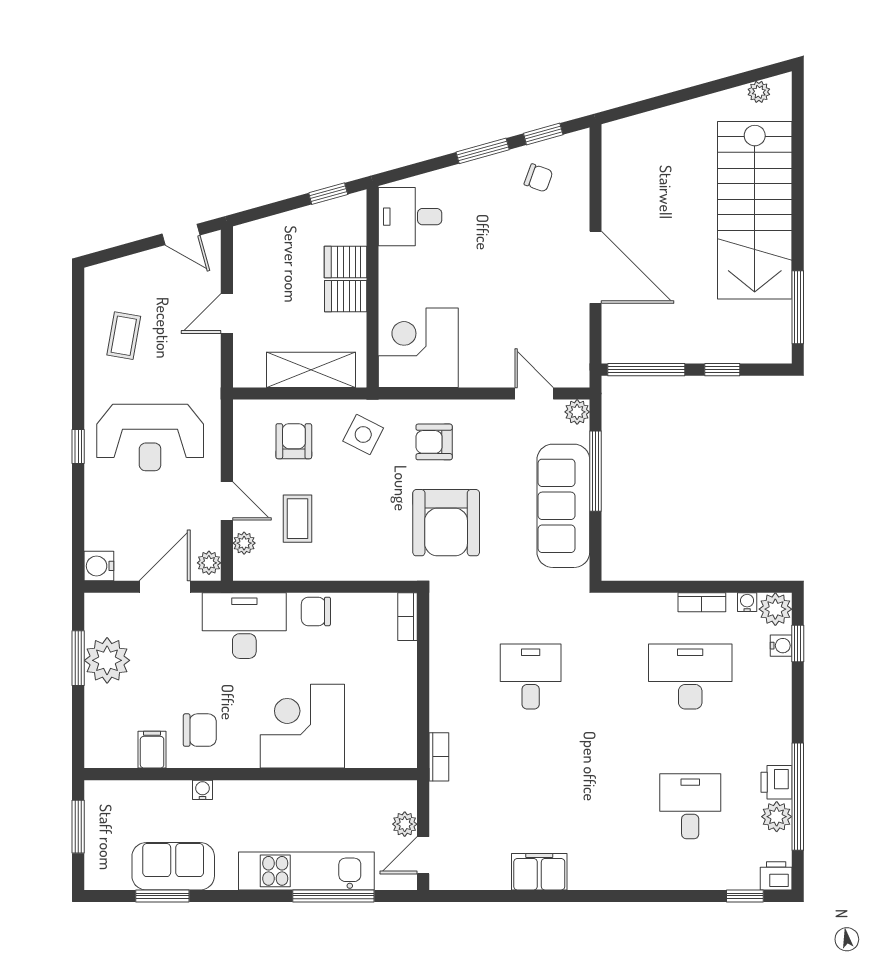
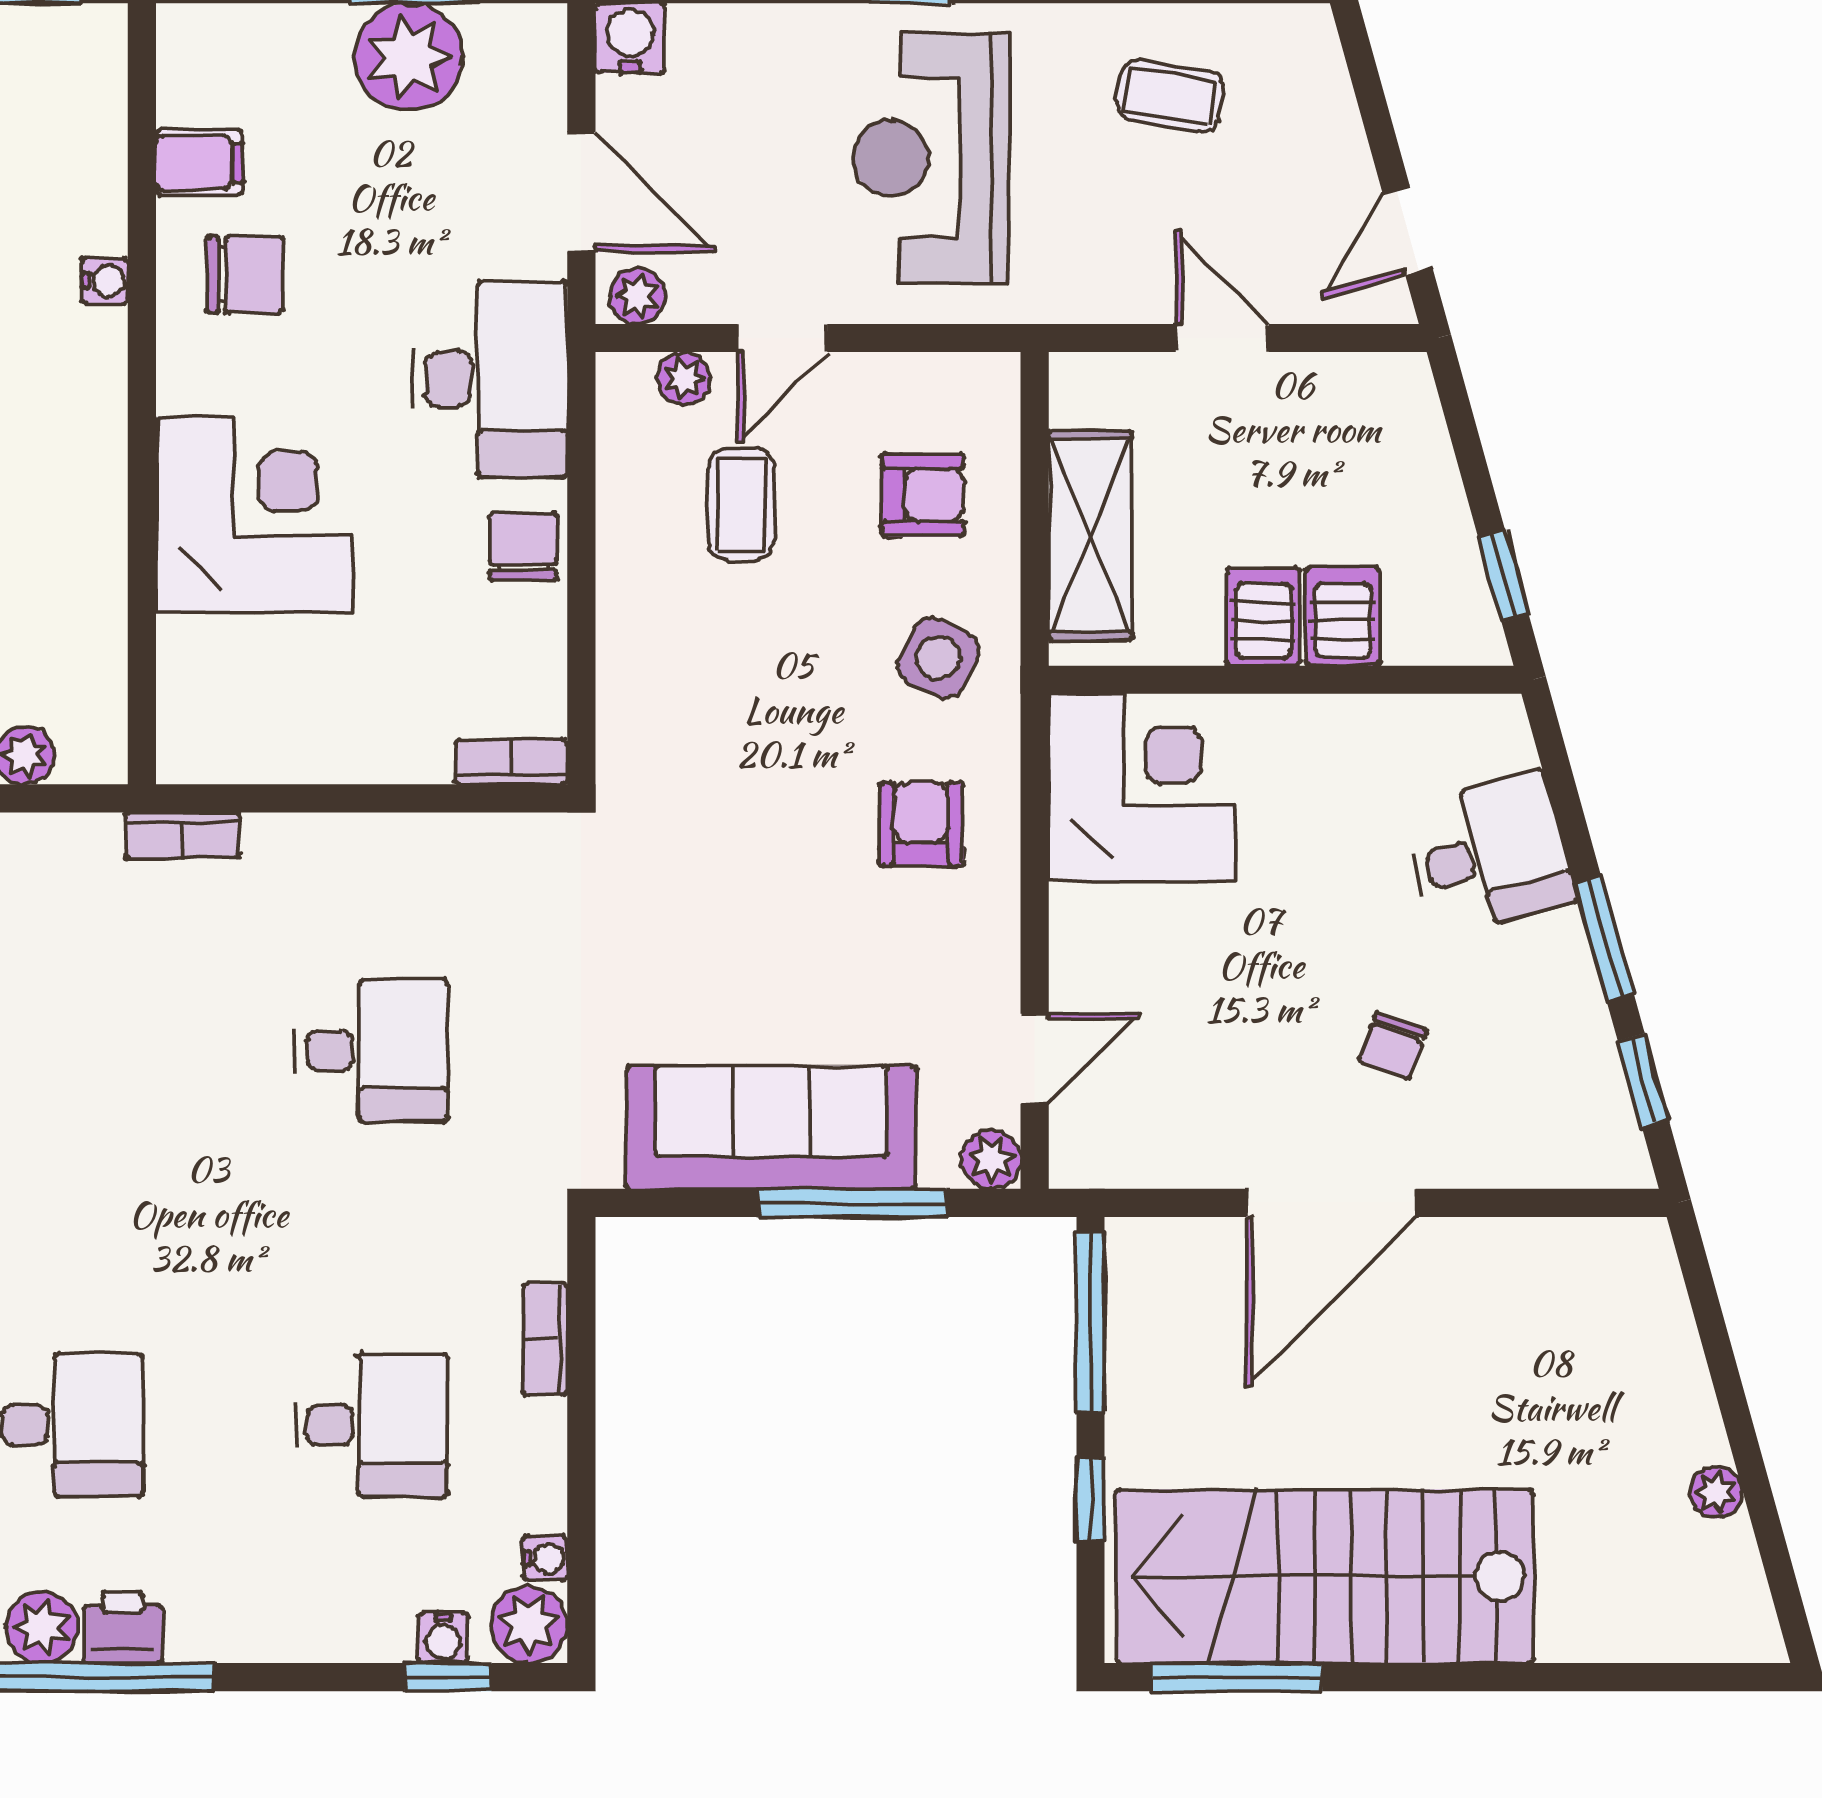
plant: (759, 92) -> (1716, 1492), moved
chair: (538, 178) -> (1392, 1046), moved
stairs: (755, 210) -> (1325, 1576), moved
desk: (410, 217) -> (1489, 854), moved, turned 74
coffee table: (298, 519) -> (741, 504), turned 90
armchair: (446, 523) -> (732, 852), removed
bookcase: (702, 602) -> (545, 1339), moved
desk: (690, 676) -> (371, 1425), width x0.73
chair: (200, 730) -> (245, 275), turned -90

